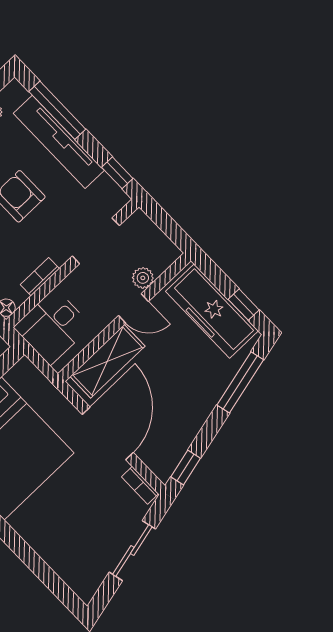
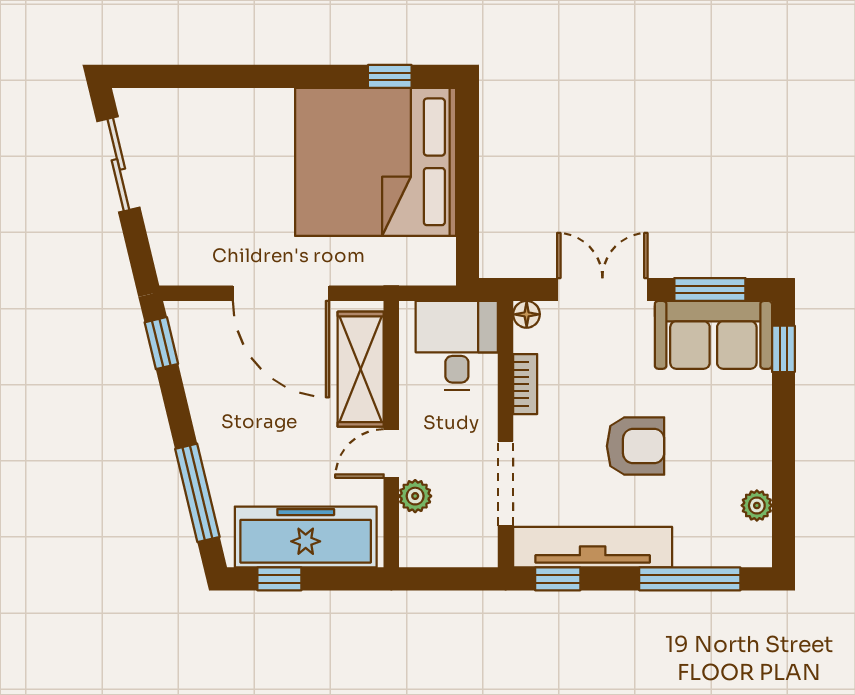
tv unit: (59, 142) -> (593, 547), moved
bookcase: (140, 485) -> (190, 274), removed
sliding door: (132, 551) -> (118, 164), moved

